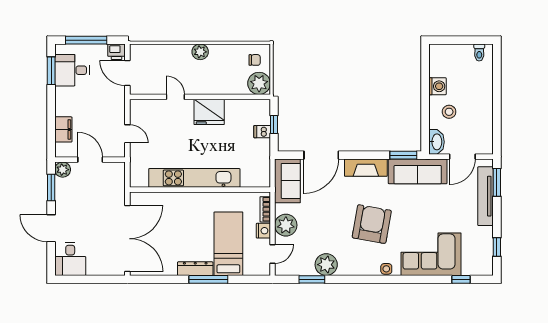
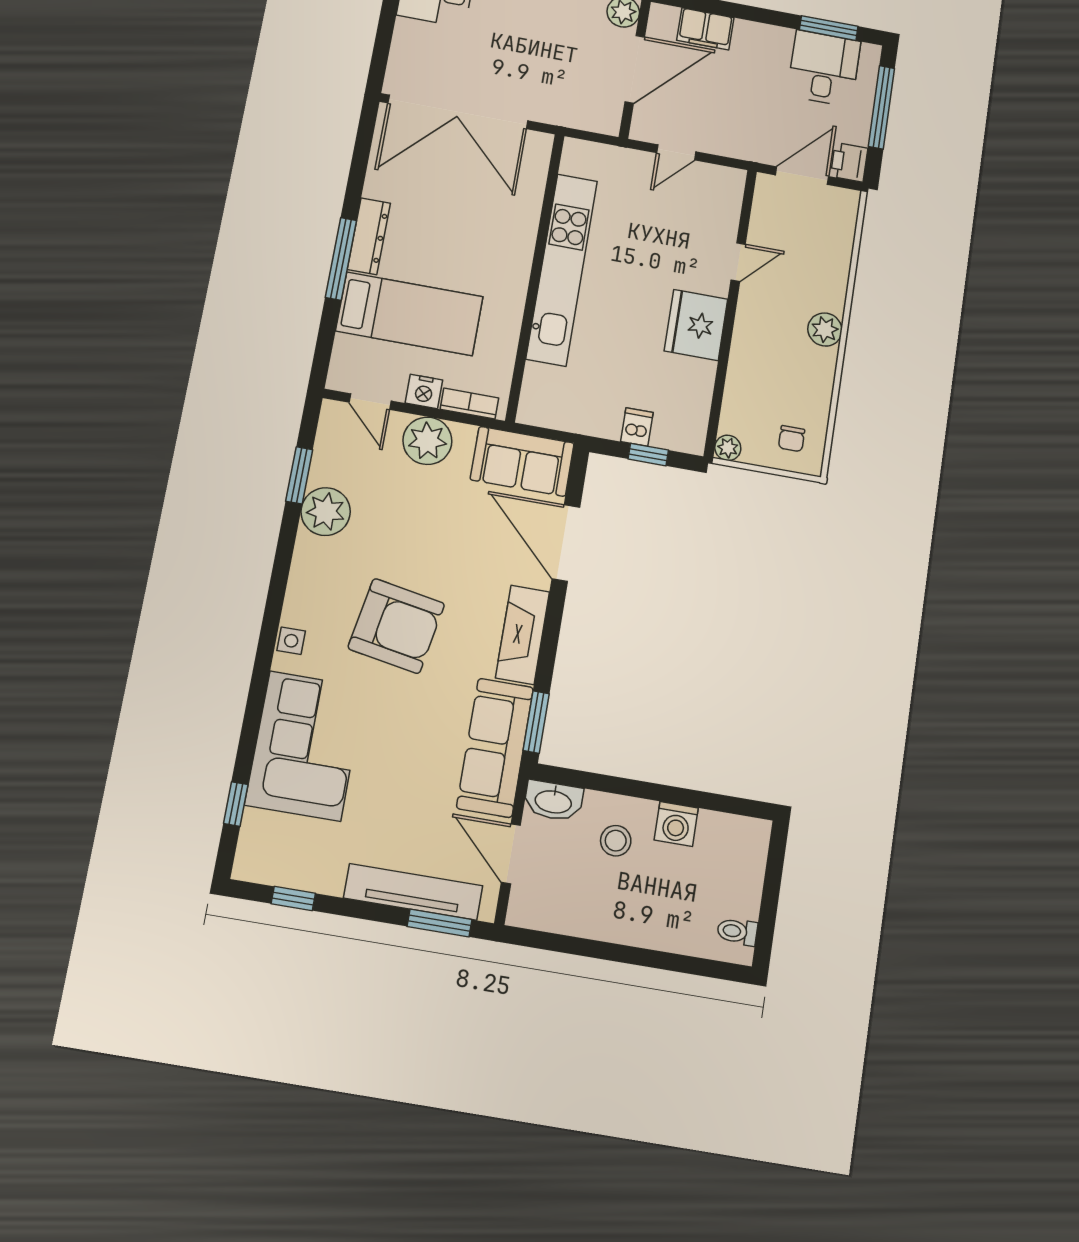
plant: (259, 83) -> (728, 448), width x0.53, depth x0.53
door: (90, 160) -> (635, 69), width x1.36

